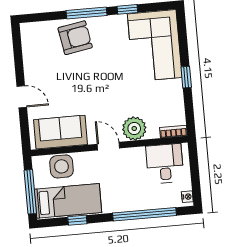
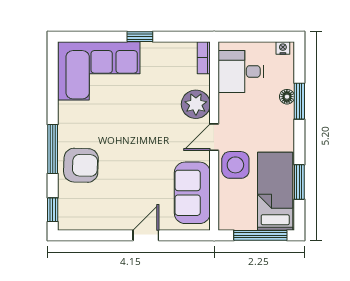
window: (127, 9) -> (53, 210), moved
armchair: (75, 38) -> (81, 165), turned 102
side table: (61, 166) -> (235, 165), moved
floor lamp: (147, 204) -> (287, 97), added
window: (144, 214) -> (299, 101), width x0.47
window: (77, 220) -> (299, 182), width x1.50

